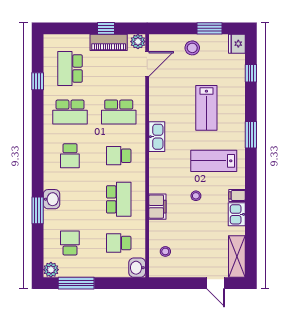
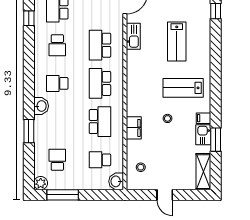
school desk: (70, 112) -> (57, 45), width x0.54
school desk: (119, 112) -> (100, 45), turned 90
window: (251, 135) -> (216, 140), moved
kitchen sink: (157, 137) -> (133, 36), moved
school desk: (70, 156) -> (57, 83), turned 90
school desk: (119, 156) -> (100, 83), width x1.85
washbasin: (51, 199) -> (41, 106), moved
door: (216, 283) -> (165, 195), moved

